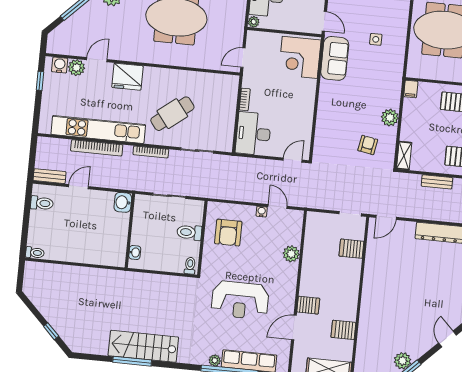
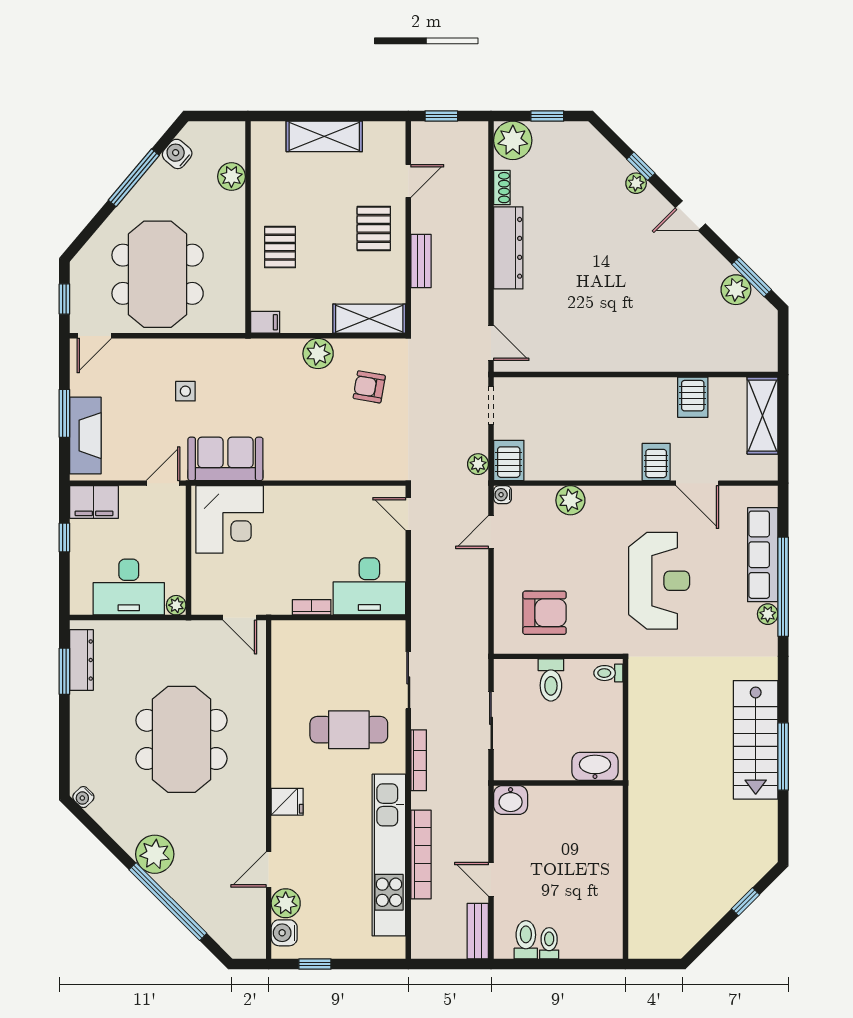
door: (97, 60) -> (269, 869), hinge flipped
fridge: (128, 77) -> (287, 802), width x0.53, depth x0.75
cafe table: (172, 114) -> (349, 730), turned -52
shelving: (404, 156) -> (369, 319), width x1.50, depth x1.33
plant: (317, 203) -> (478, 464), added
water cooler: (262, 212) -> (503, 495), moved
server rack: (351, 249) -> (509, 460), moved, turned 180
washbasin: (135, 252) -> (595, 766), width x1.91, depth x1.45
toilet: (35, 253) -> (549, 943), moved

